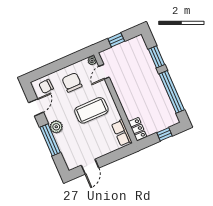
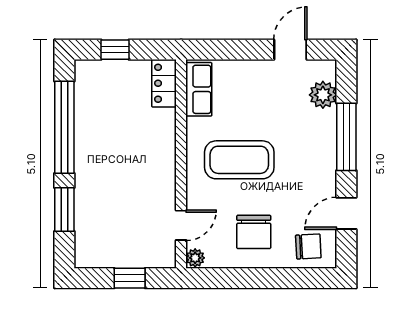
plant: (56, 127) -> (323, 95), moved

